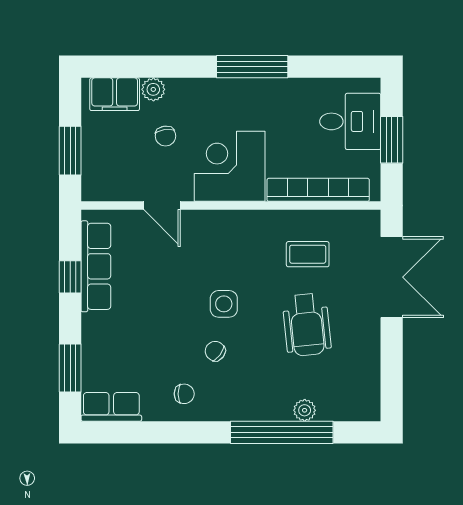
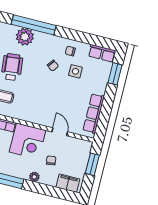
plant: (153, 89) -> (34, 177), moved
window: (70, 277) -> (106, 112), removed
side table: (224, 304) -> (75, 71), moved
plant: (305, 410) -> (25, 37), width x1.88, depth x1.88

